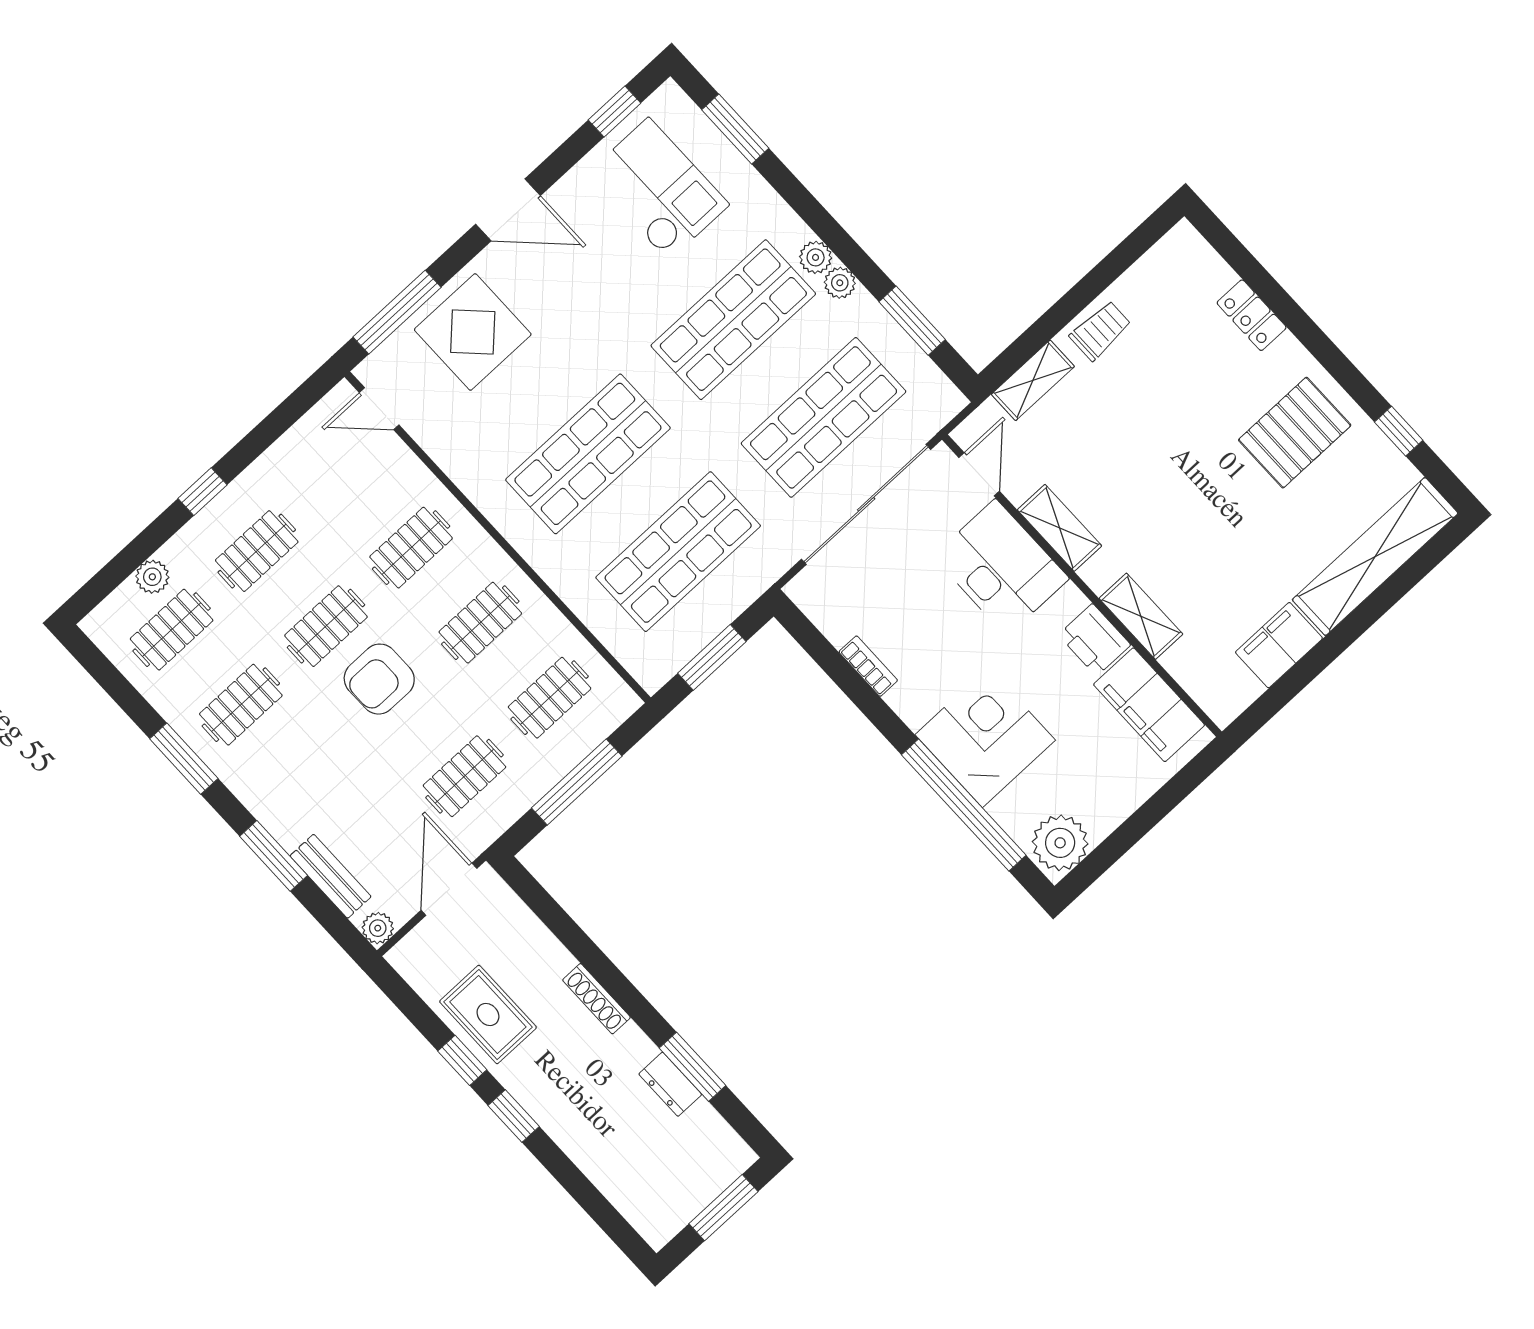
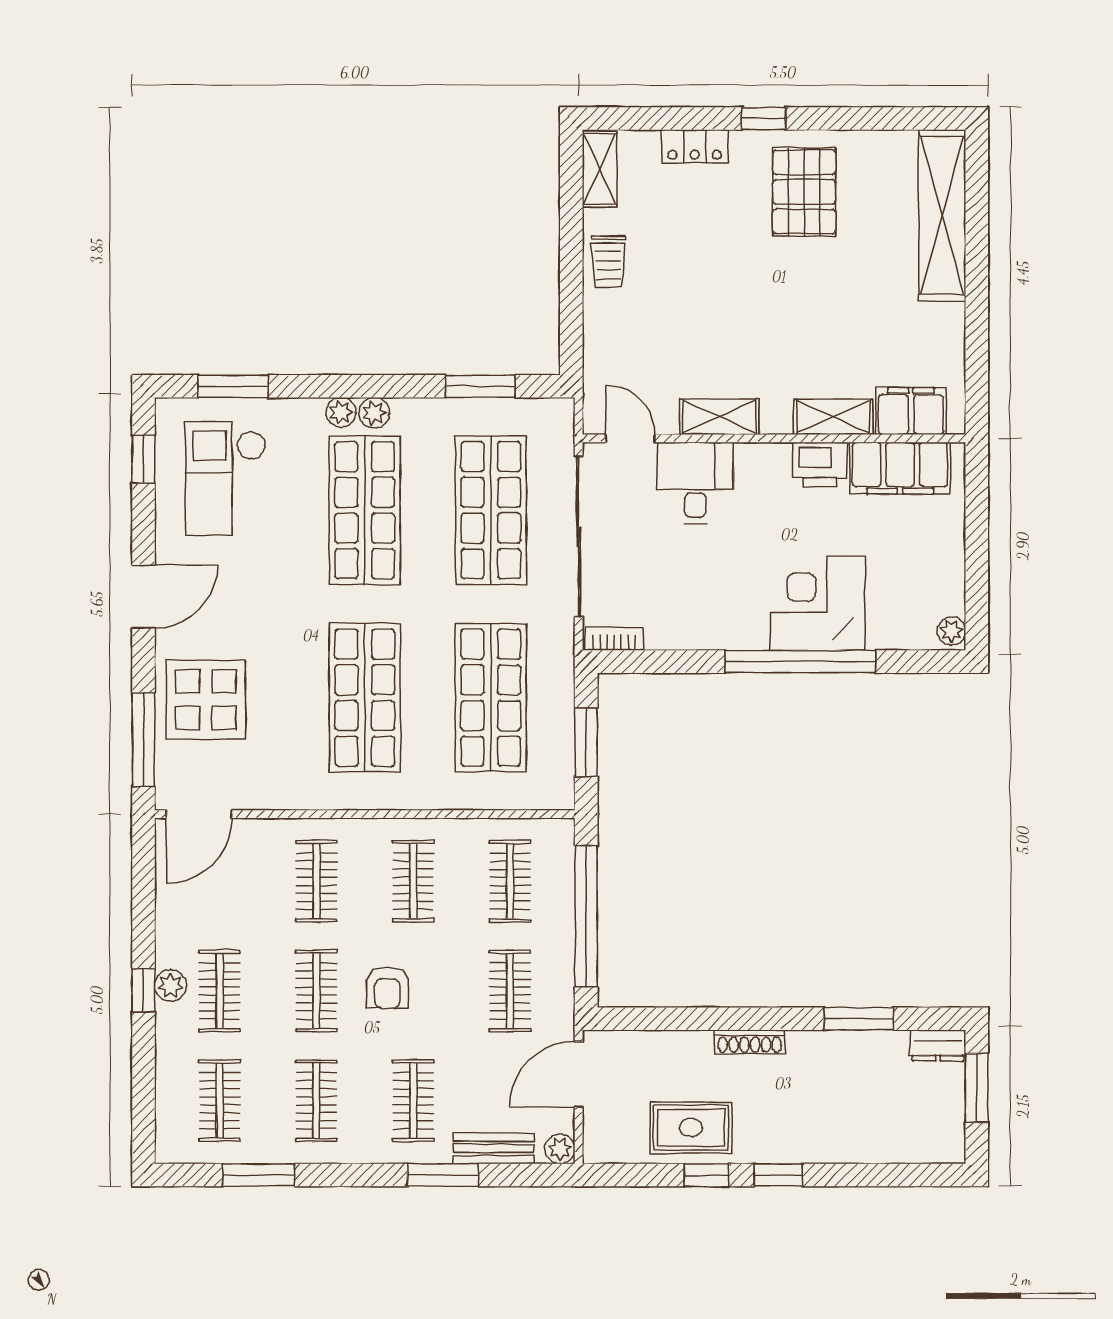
checkout: (658, 189) -> (226, 478), turned -90
plant: (840, 283) -> (341, 412), moved
trolley: (1100, 331) -> (608, 262), turned 180
shelving: (1033, 380) -> (600, 169), moved
door: (379, 409) -> (199, 814), width x1.38
window: (1399, 431) -> (764, 118), moved
desk: (1001, 567) -> (695, 483), width x0.73
plant: (152, 577) -> (170, 986), moved
filing cabinet: (1279, 645) -> (911, 411), moved, turned 90
bookcase: (868, 666) -> (614, 639), moved
armchair: (379, 679) -> (387, 988), width x0.72, depth x0.72
window: (184, 759) -> (259, 1175), moved
clothes rail: (310, 780) -> (413, 1101), added
window: (577, 782) -> (586, 916), width x1.46
window: (964, 805) -> (800, 662), moved
plant: (1060, 843) -> (951, 631), width x0.53, depth x0.53
door: (449, 889) -> (579, 1074), hinge flipped
dresser: (670, 1084) -> (938, 1045), moved

